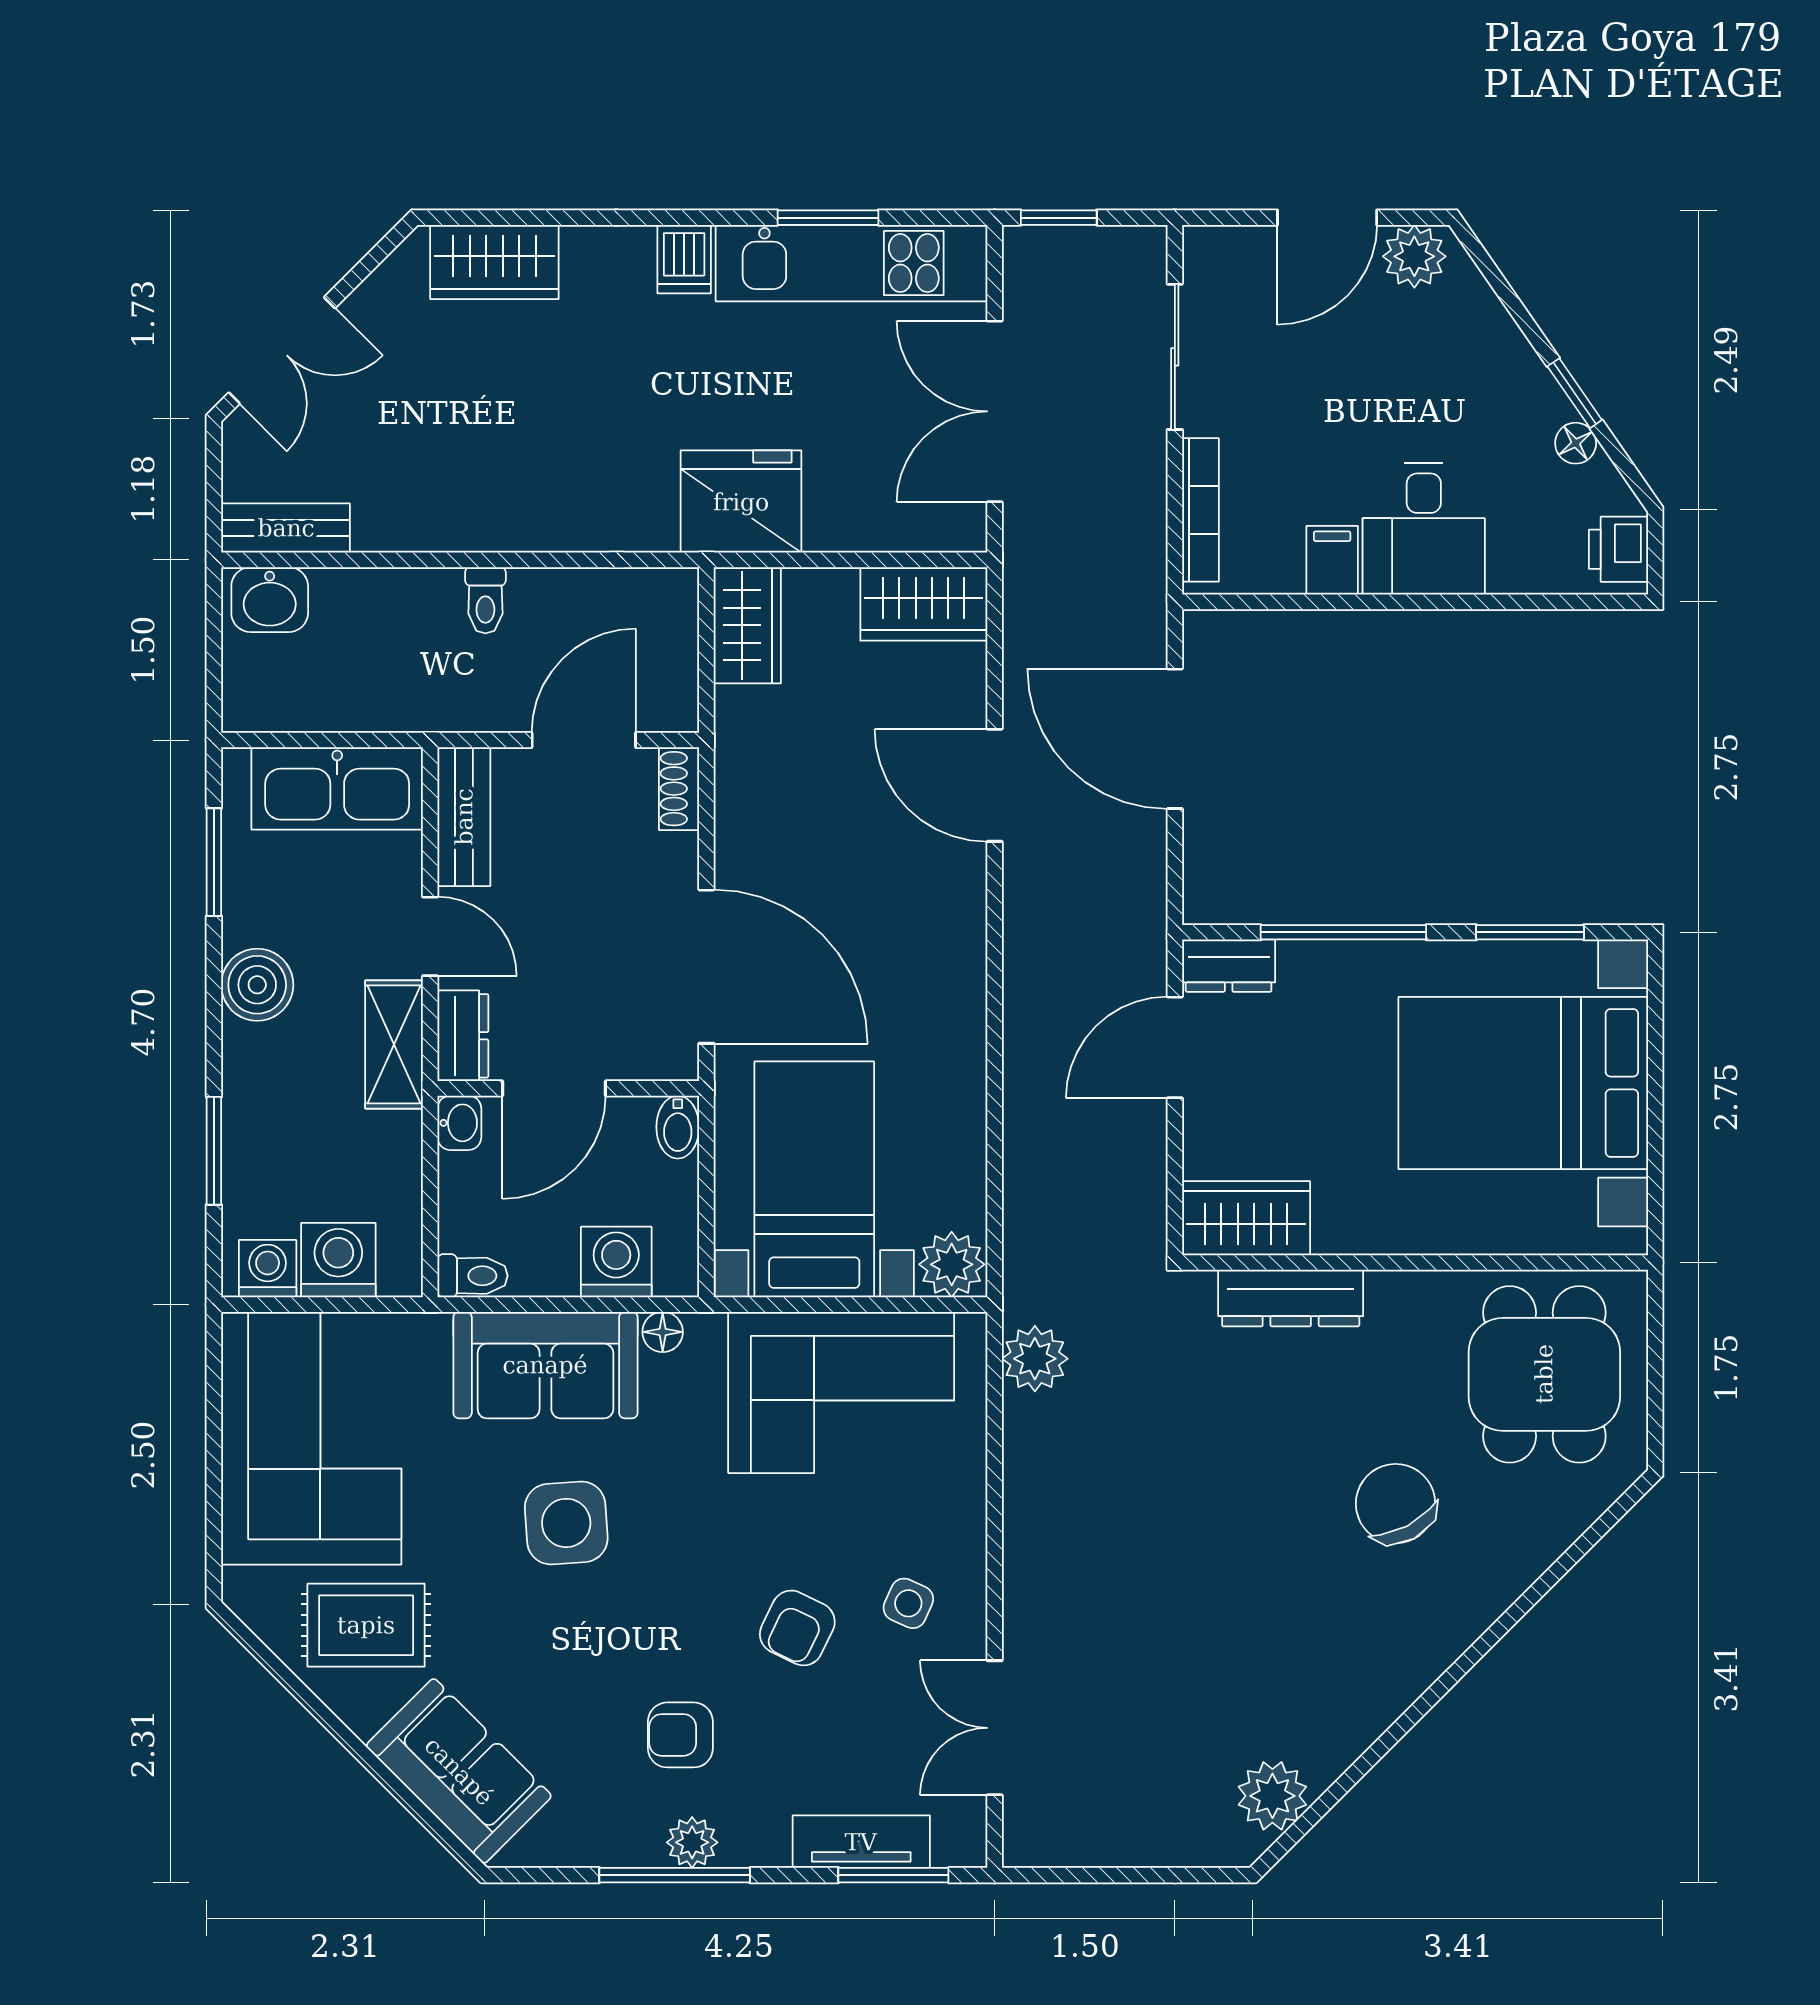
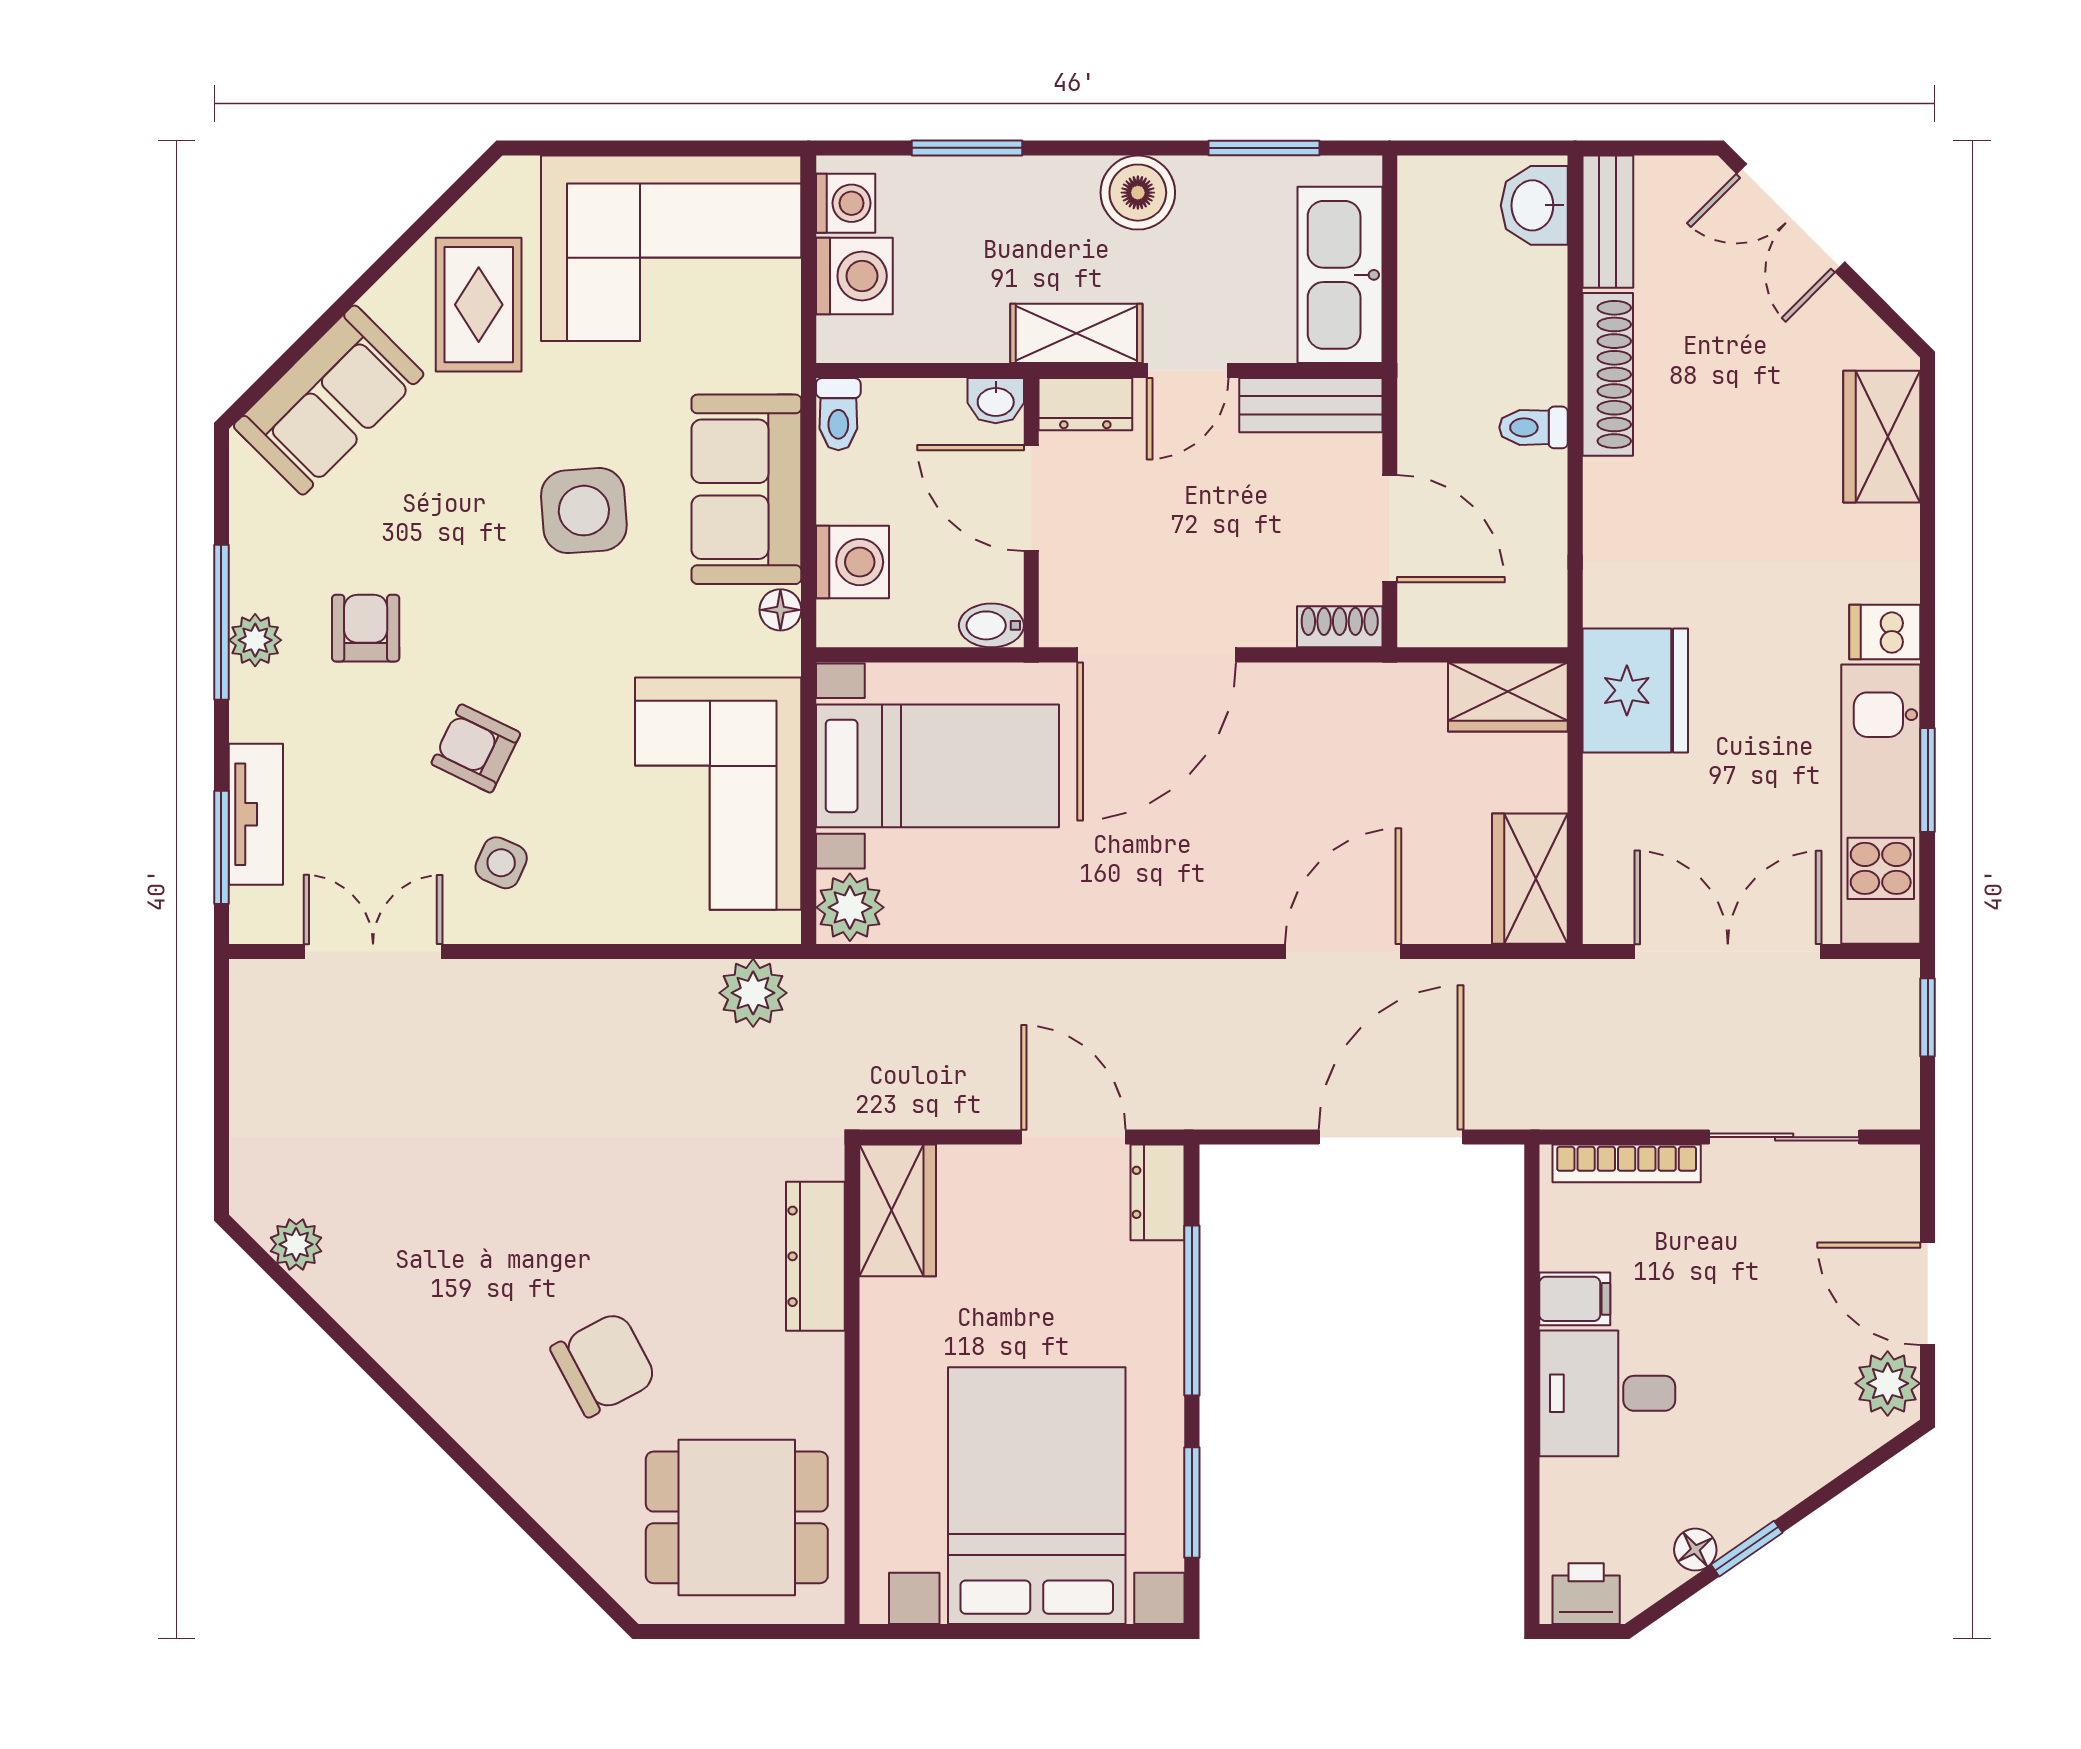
shoe rack: (434, 528) -> (1608, 374), added
plant: (1272, 1796) -> (296, 1244), width x0.73, depth x0.73

